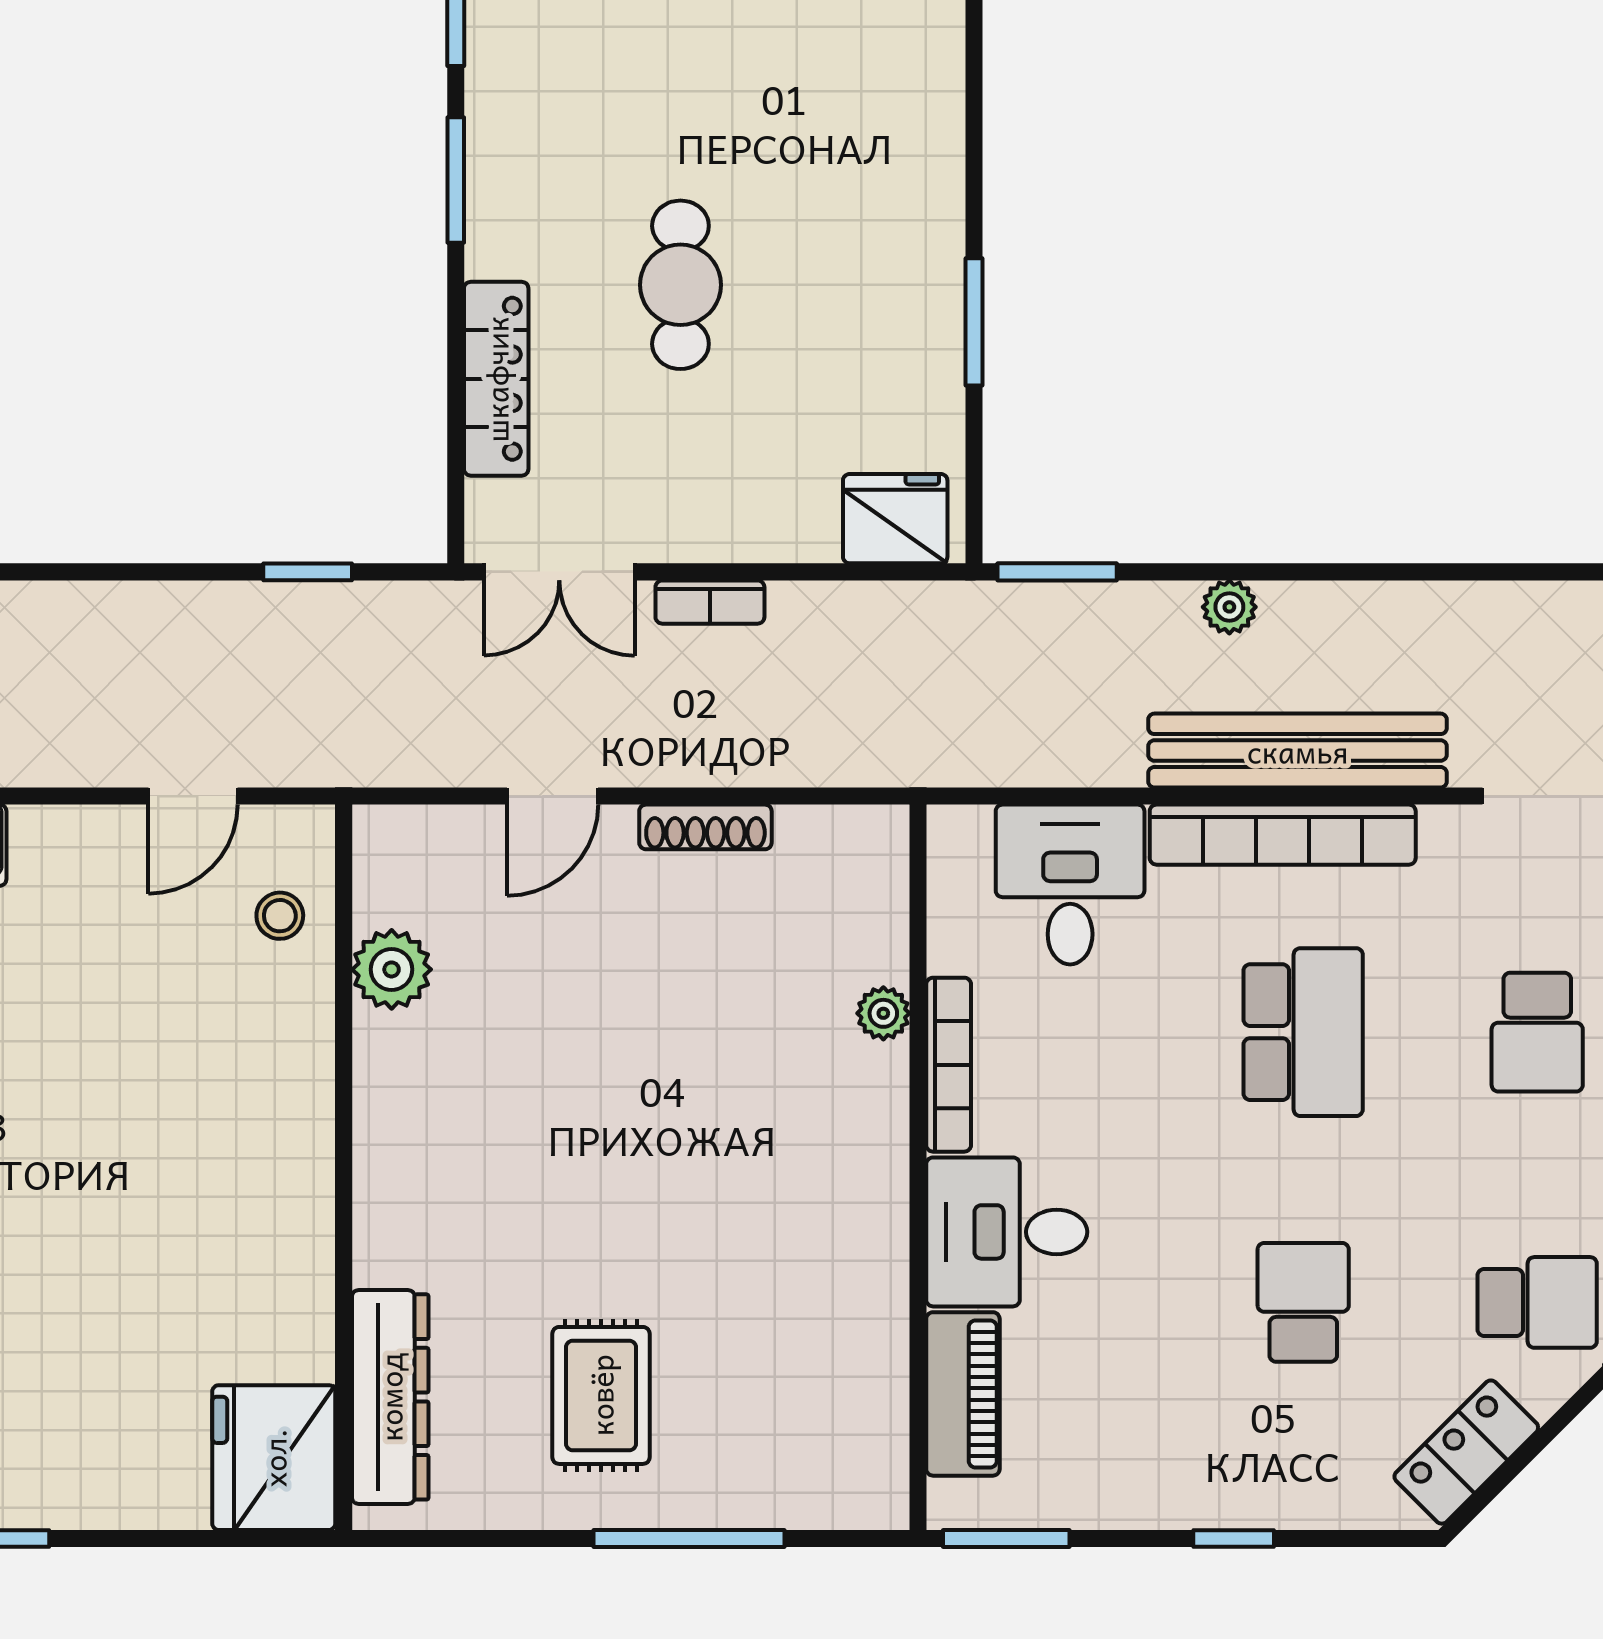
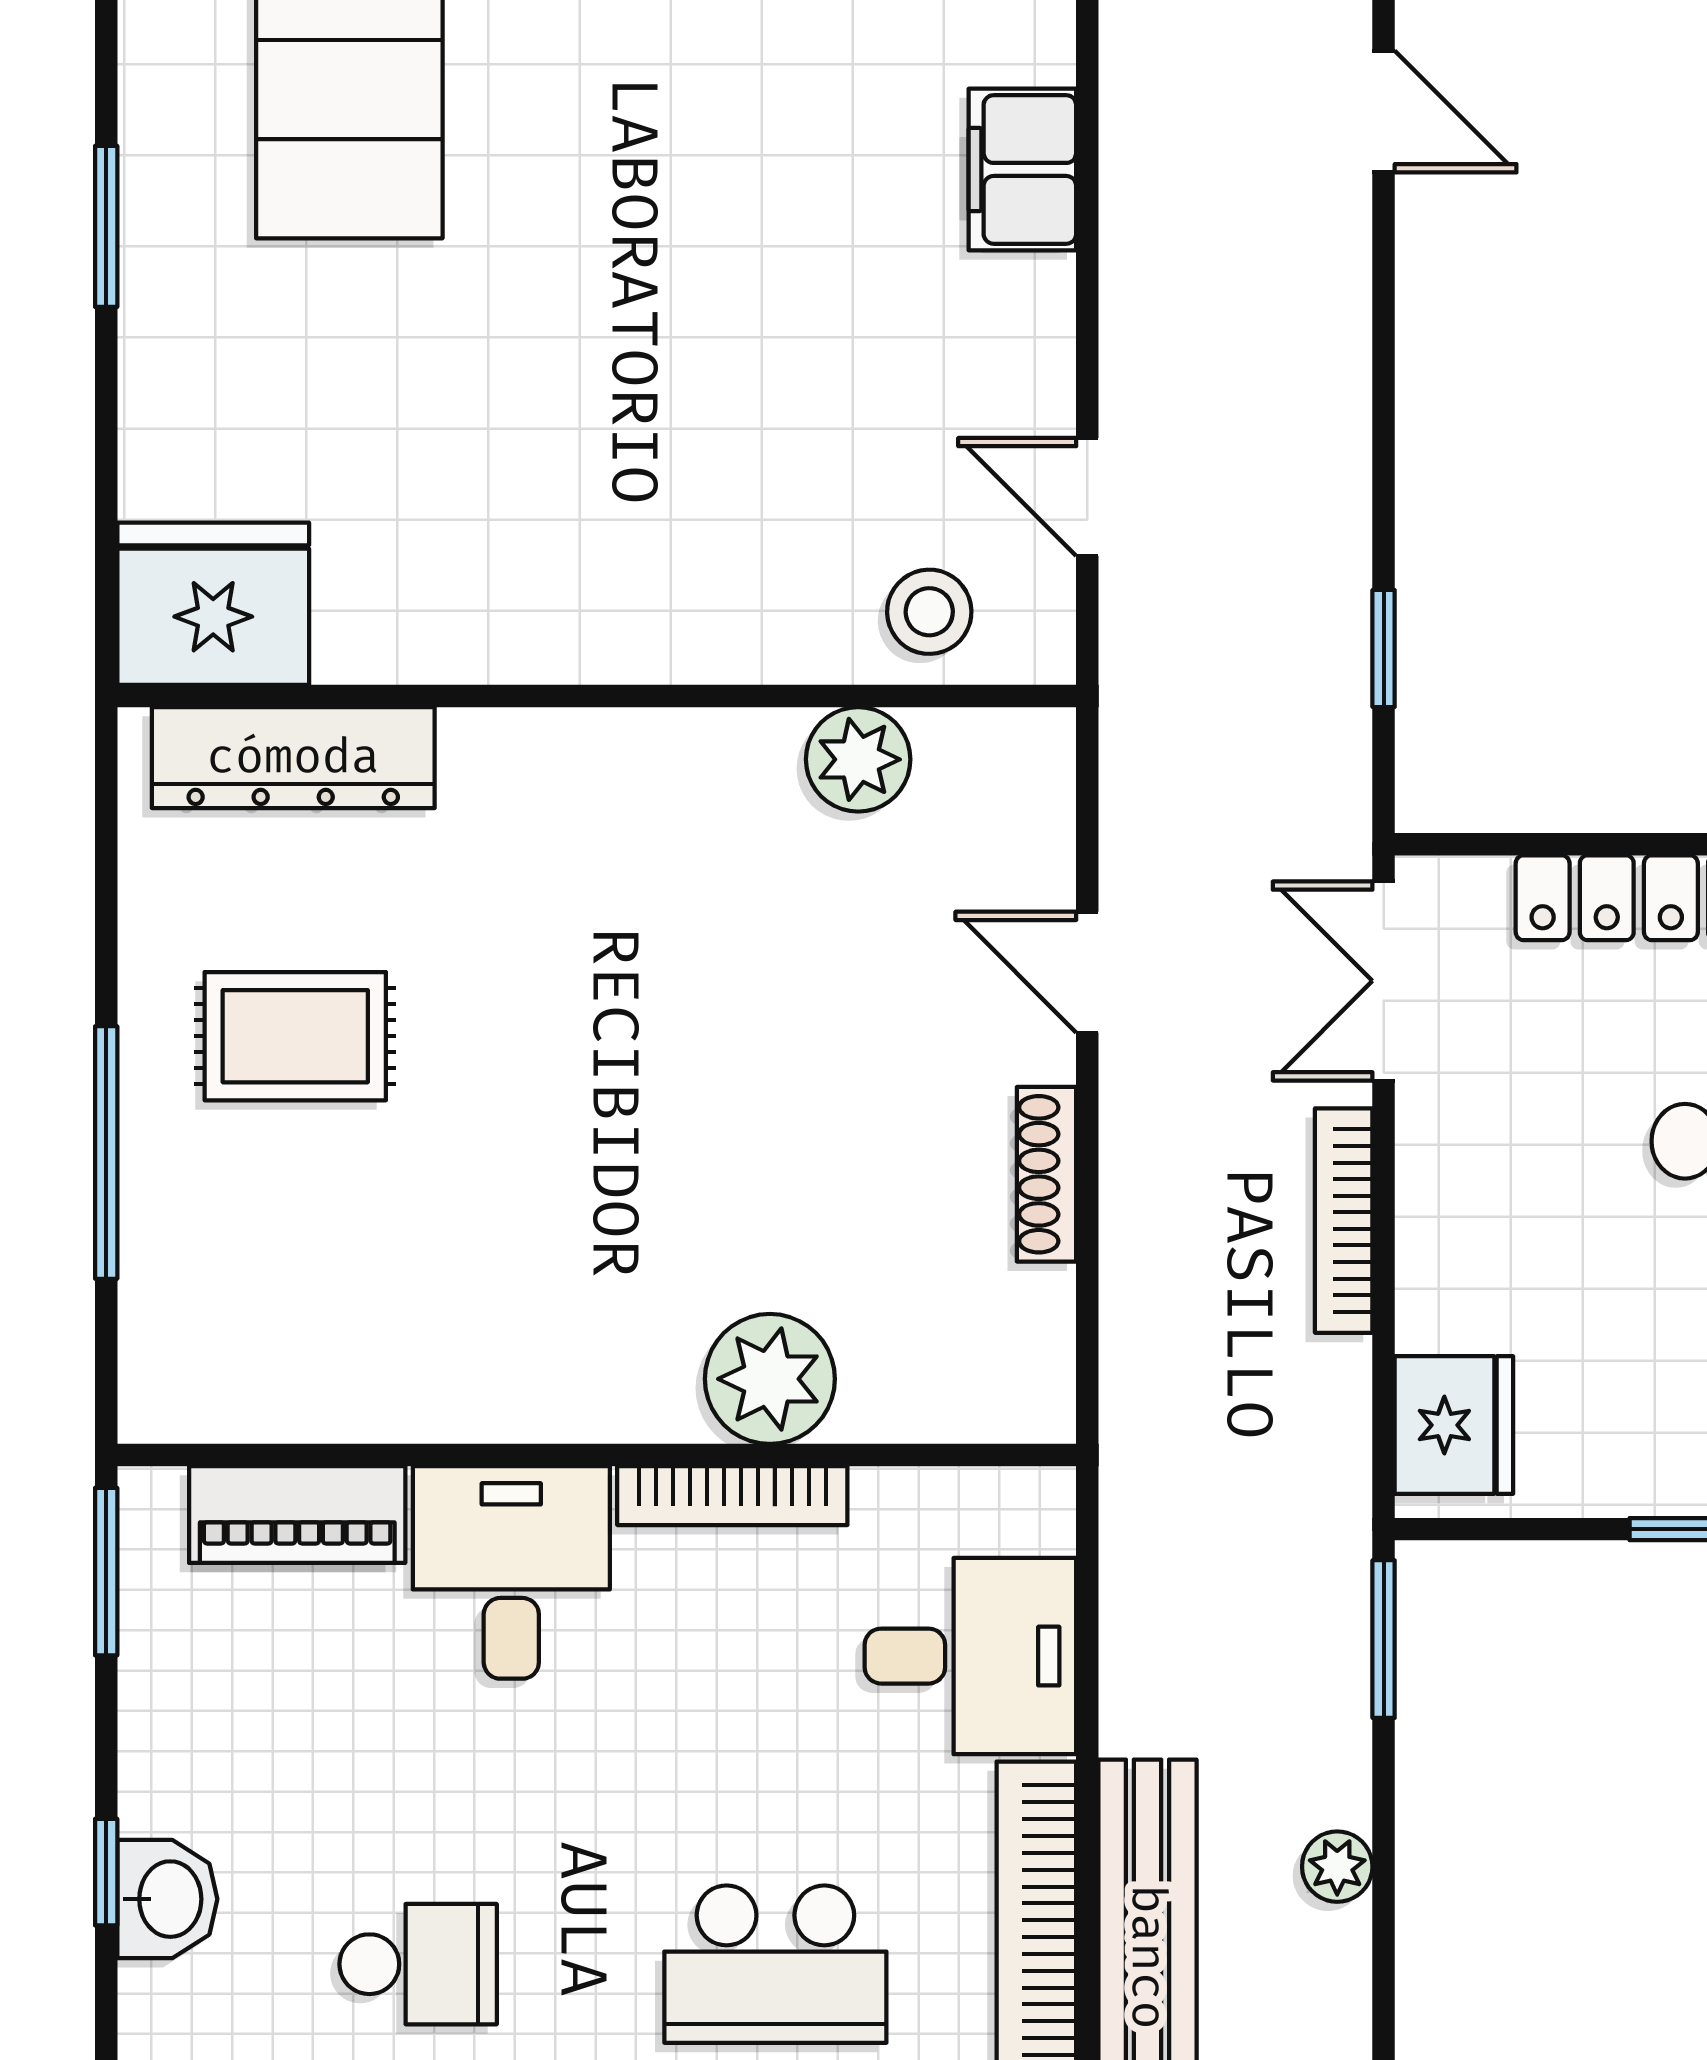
bookcase: (710, 602) -> (1344, 1221), width x1.56
stool: (280, 916) -> (929, 612), width x1.37, depth x1.37
plant: (883, 1013) -> (770, 1379), width x1.87, depth x1.87
washbasin: (1254, 1492) -> (167, 1899), added

